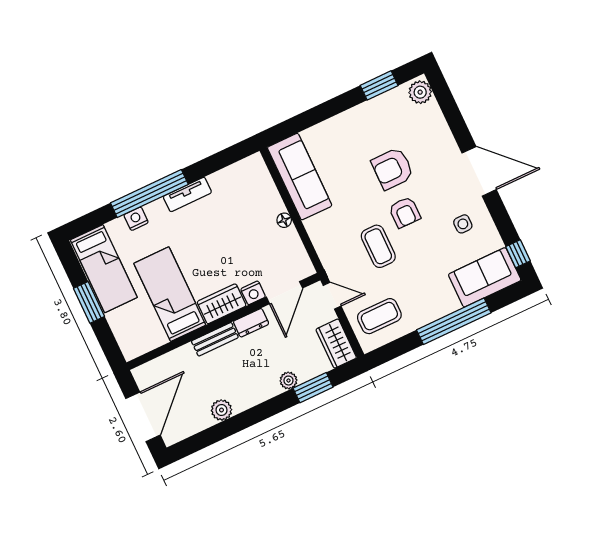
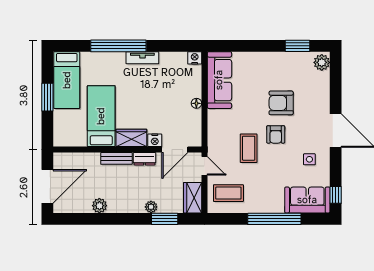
nightstand: (136, 219) -> (195, 58), moved

